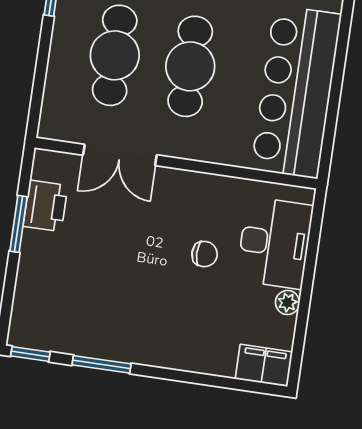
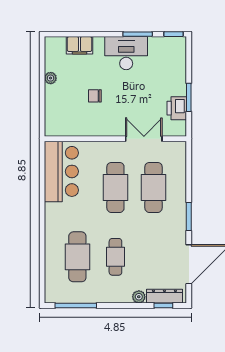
bar counter: (296, 92) -> (61, 171), width x0.73
desk: (275, 243) -> (126, 53), moved, turned 90
filing cabinet: (264, 365) -> (79, 45), moved

